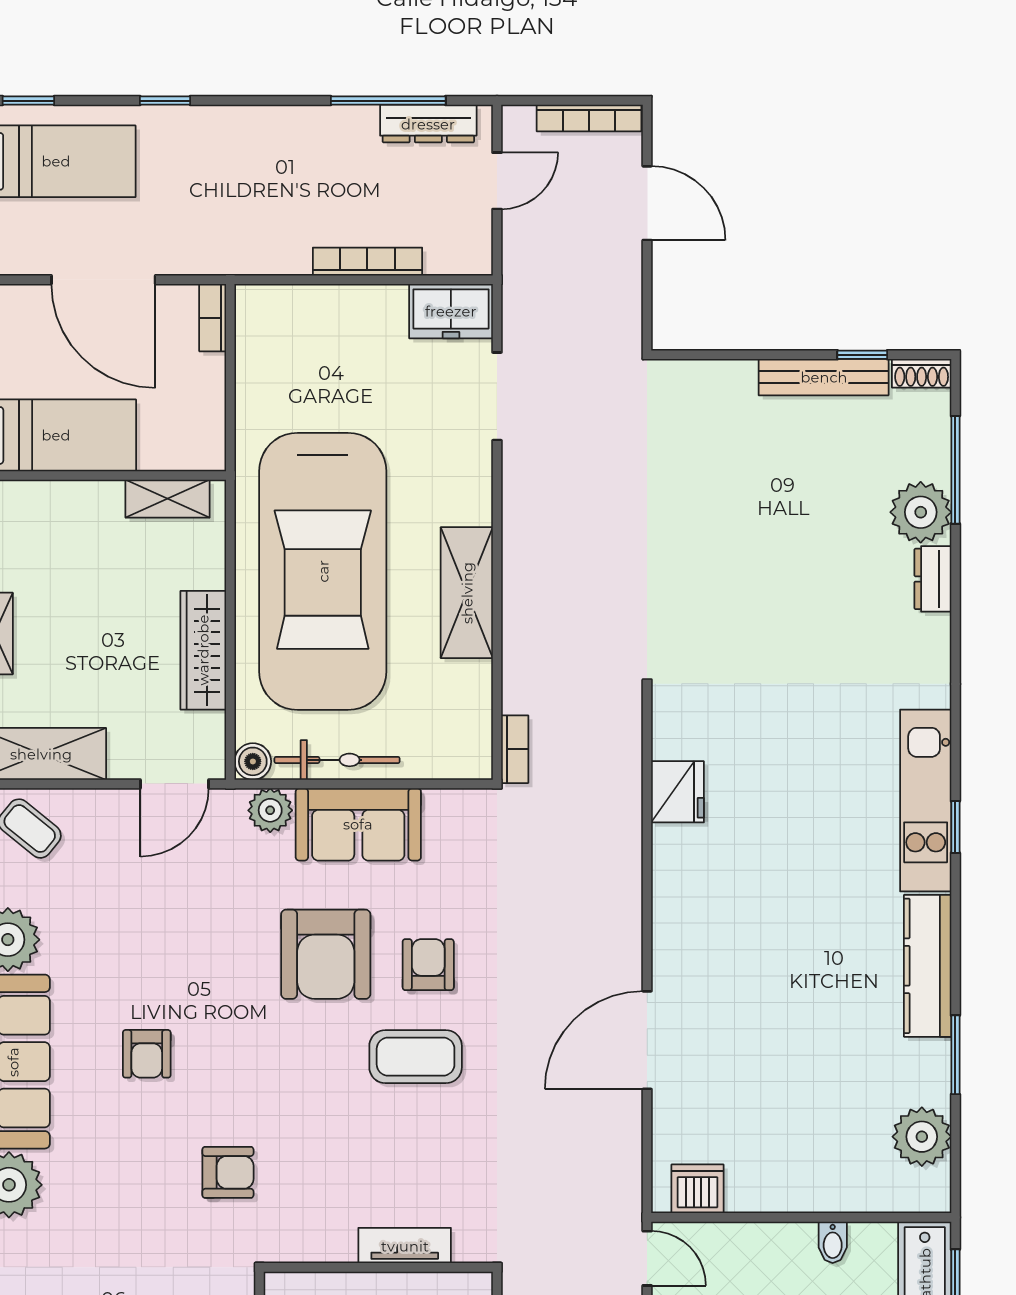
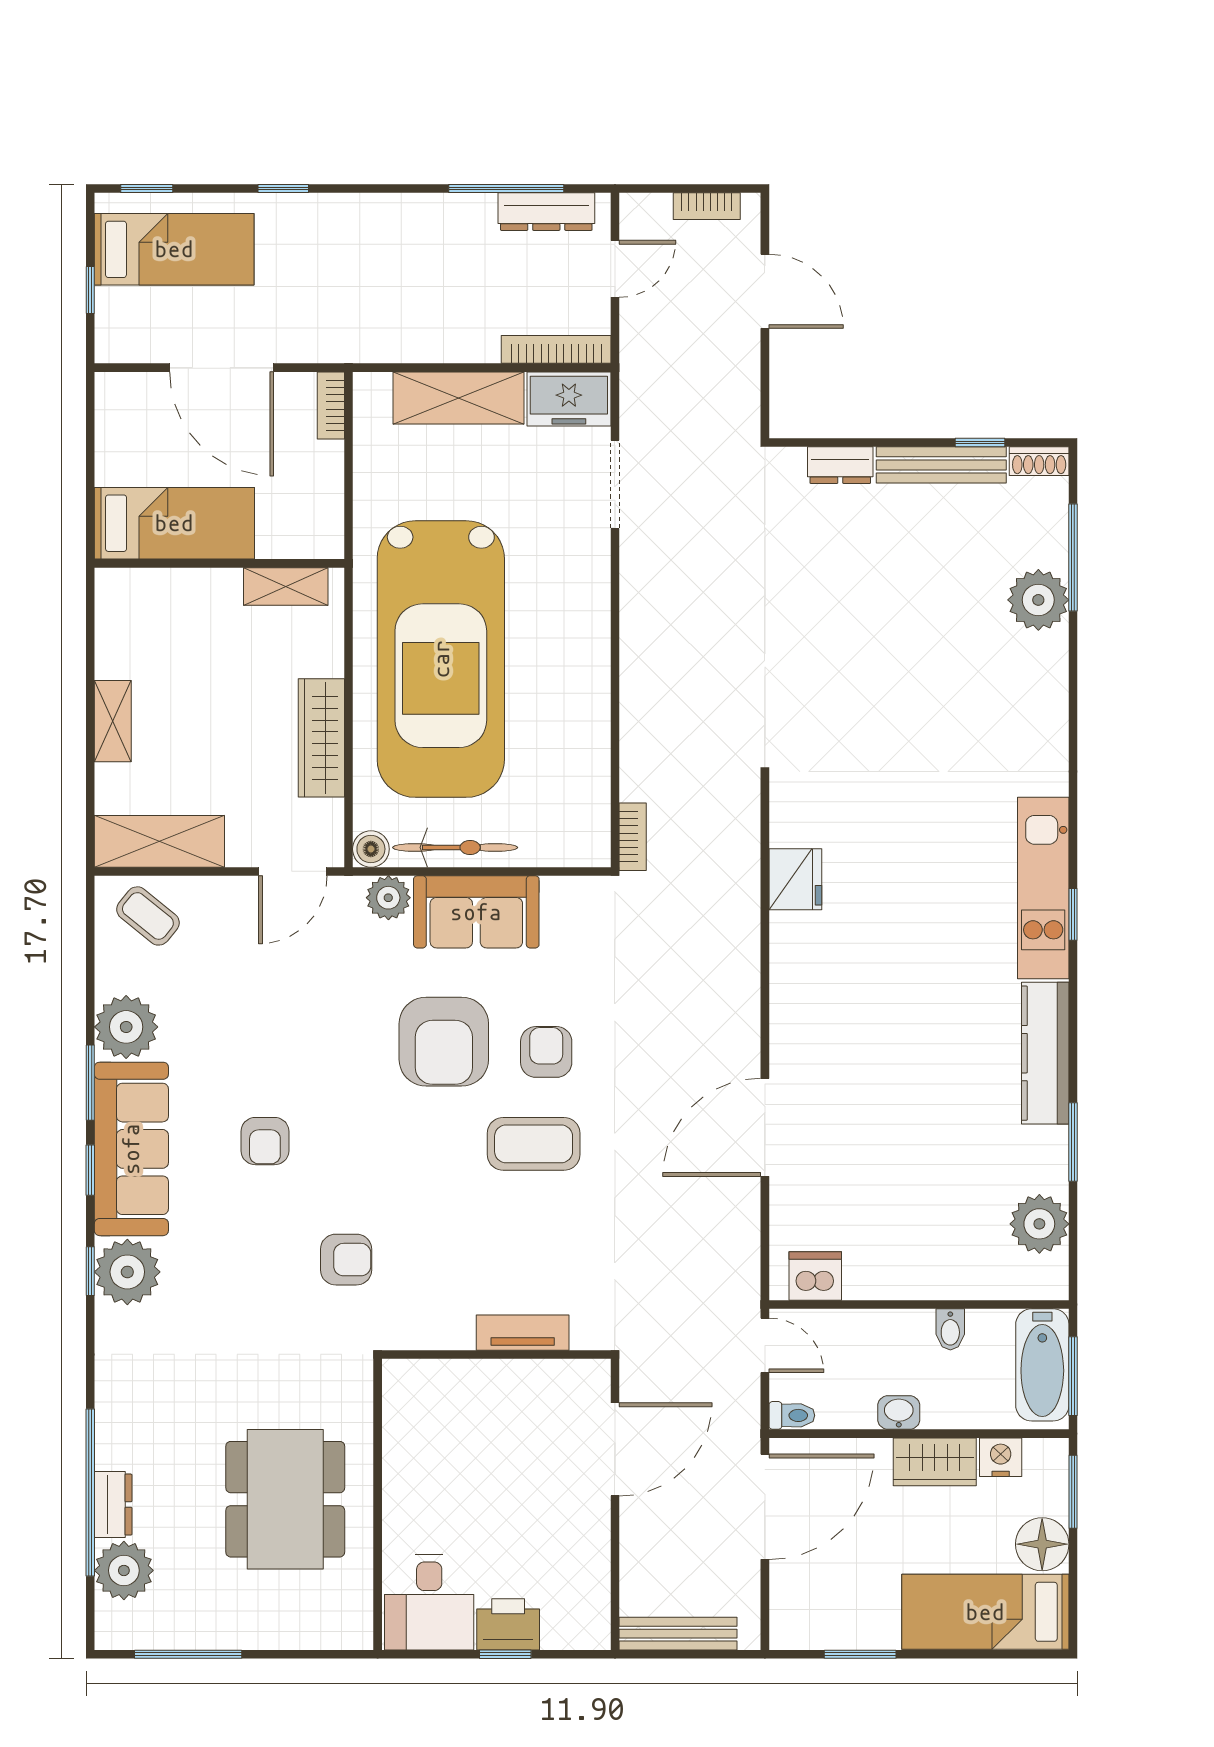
bookcase: (589, 118) -> (707, 206), width x0.64
bookcase: (367, 262) -> (556, 349), moved
dresser: (933, 579) -> (840, 465), moved, turned -90
shelving: (467, 593) -> (458, 398), moved, turned 90

